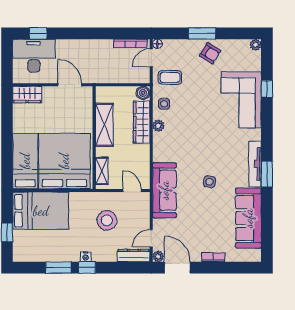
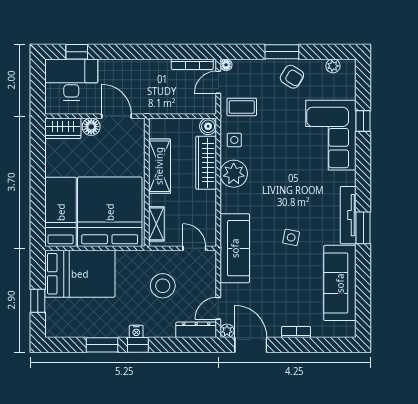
plant: (256, 45) -> (333, 66), moved
floor lamp: (50, 93) -> (91, 127), added
plant: (158, 126) -> (234, 174), width x1.88, depth x1.88

